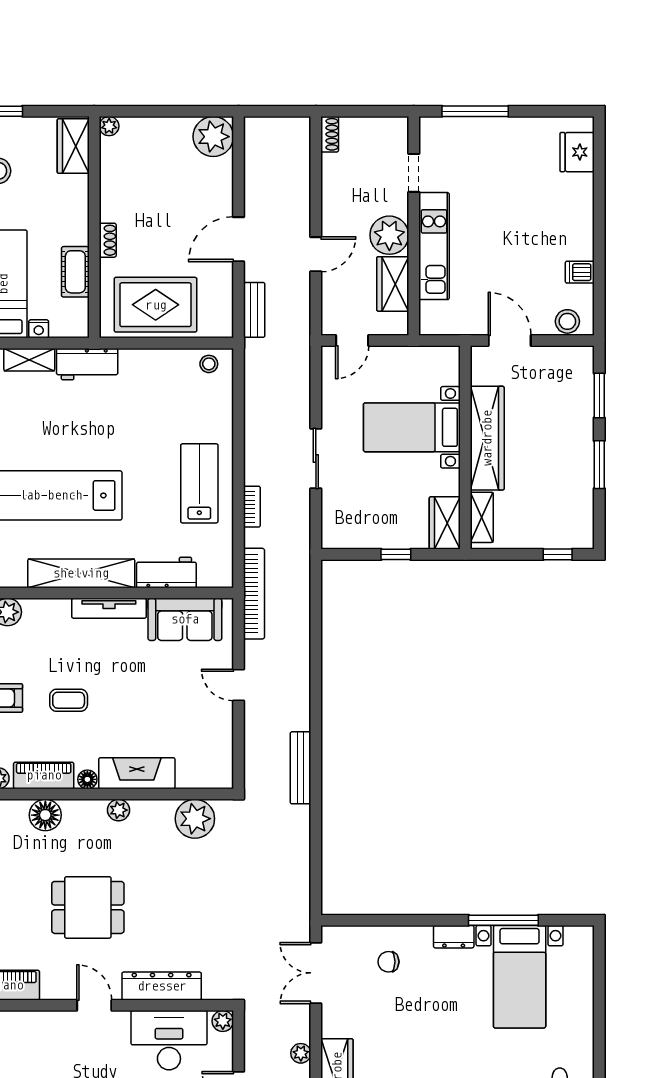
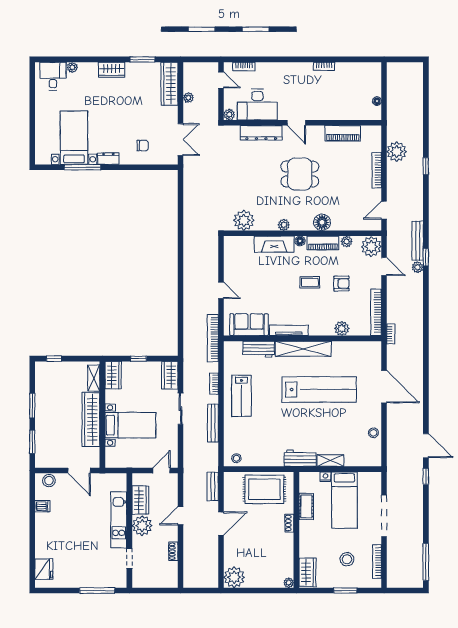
shoe rack: (330, 134) -> (173, 551), moved
wardrobe: (336, 523) -> (170, 375), added
bench: (301, 768) -> (213, 423), moved

